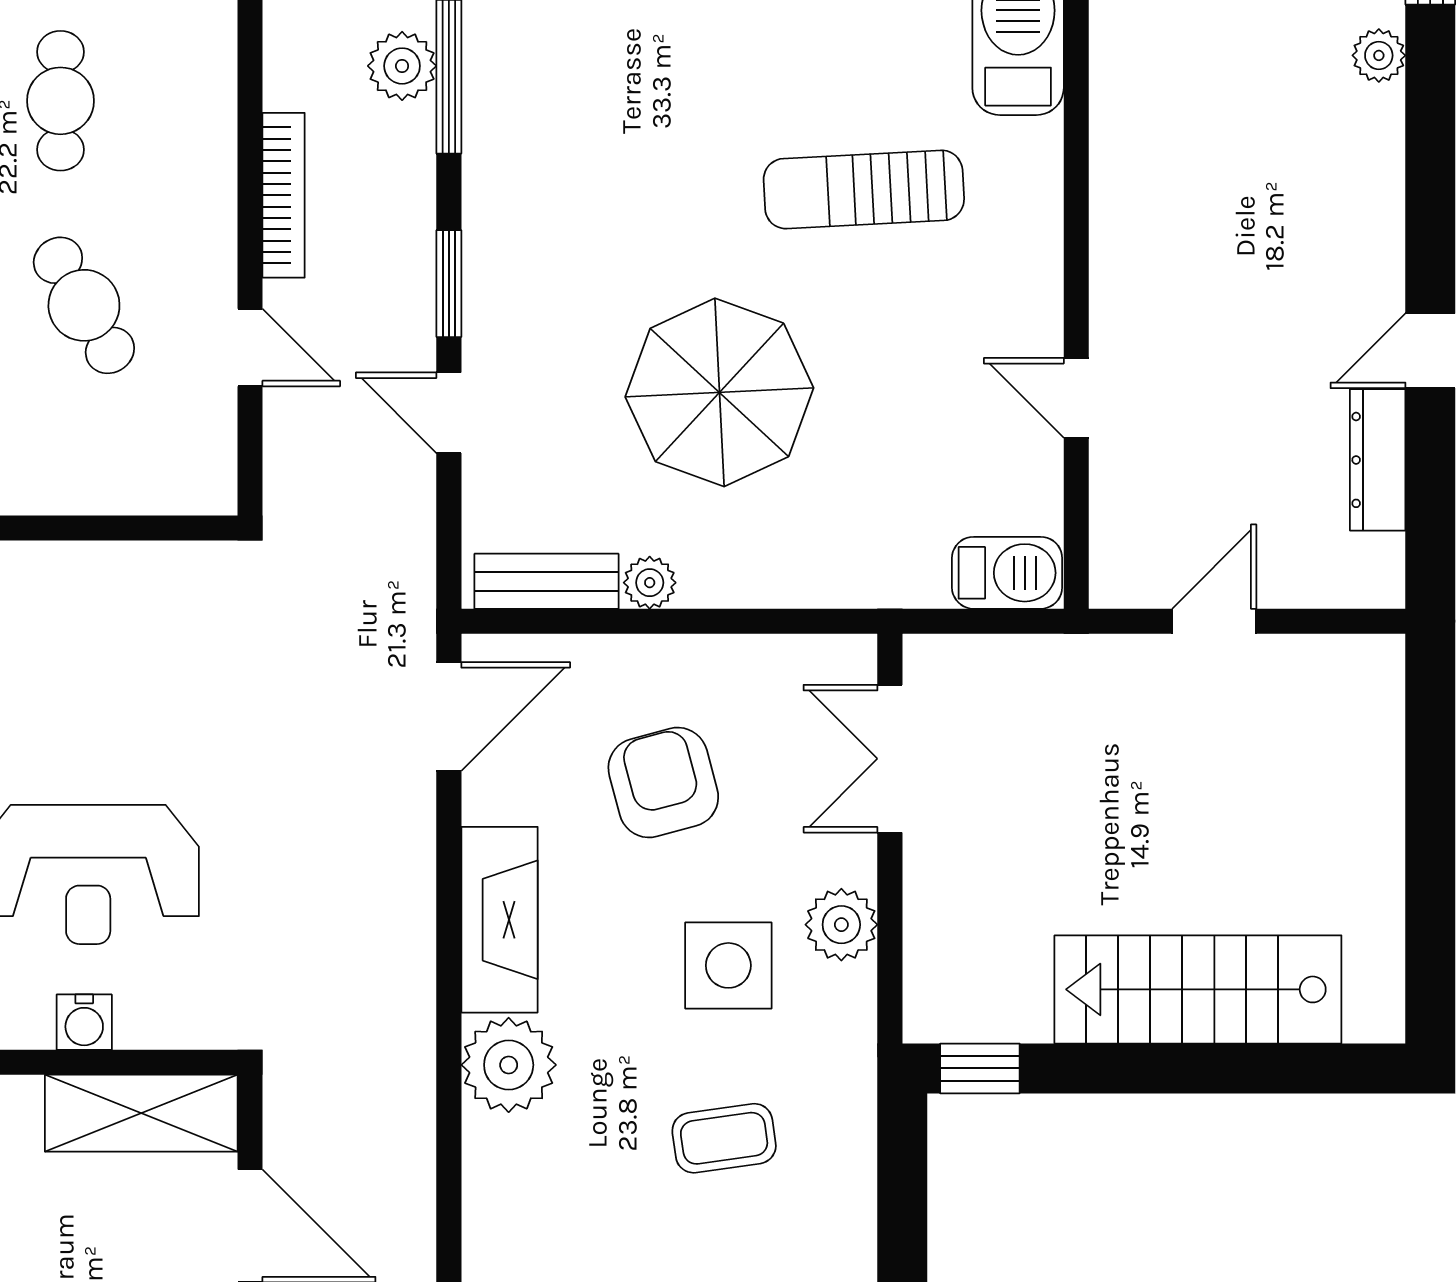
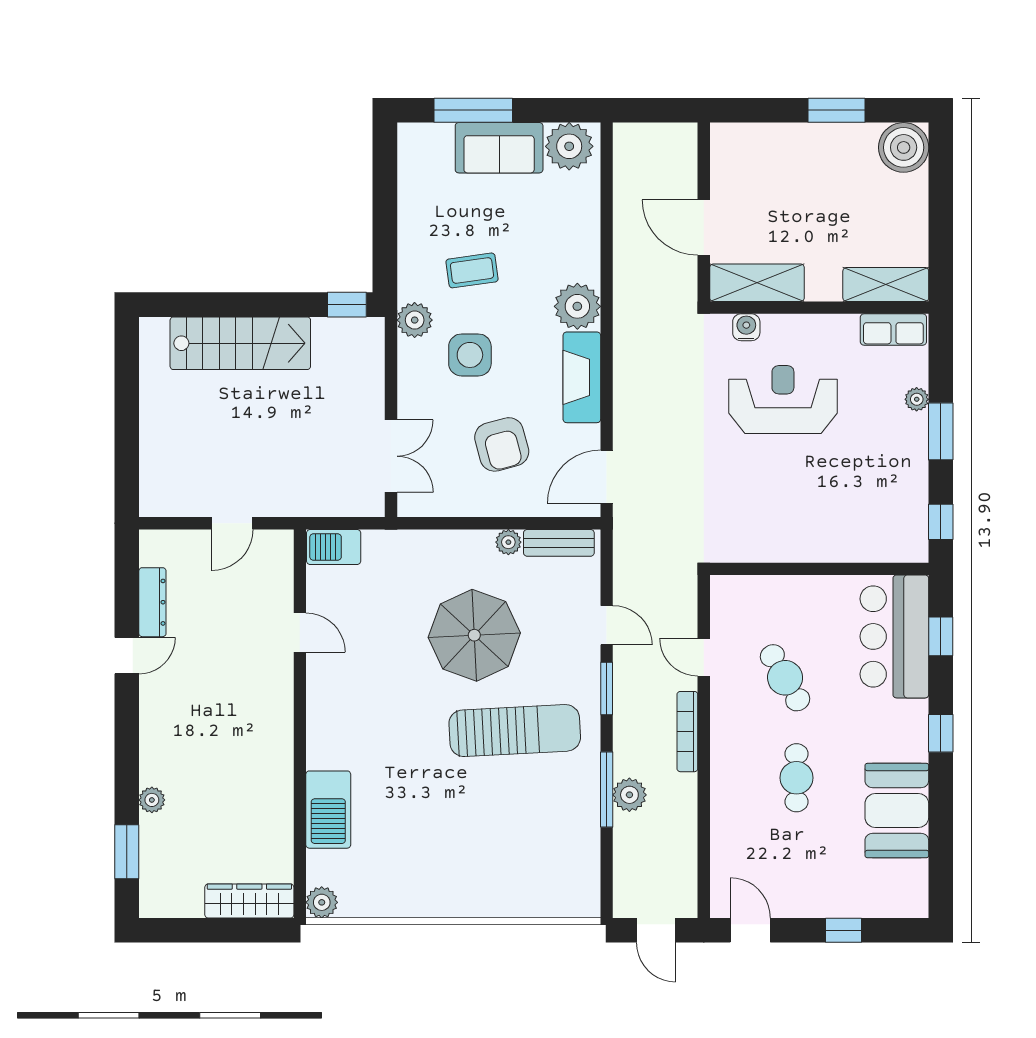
sun lounger: (864, 189) -> (515, 731), moved, width x1.36, depth x1.34
plant: (841, 925) -> (415, 320), moved
water cooler: (84, 1022) -> (746, 327), moved

